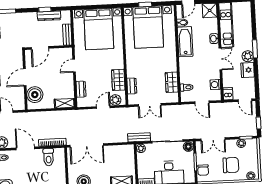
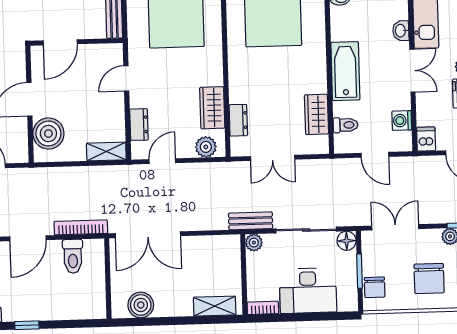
bathtub: (185, 42) -> (345, 71), moved
door: (103, 107) -> (162, 161), moved
double door: (213, 139) -> (395, 227), swing flipped
door: (25, 148) -> (28, 238), swing flipped
chair: (231, 165) -> (429, 278), turned 90

